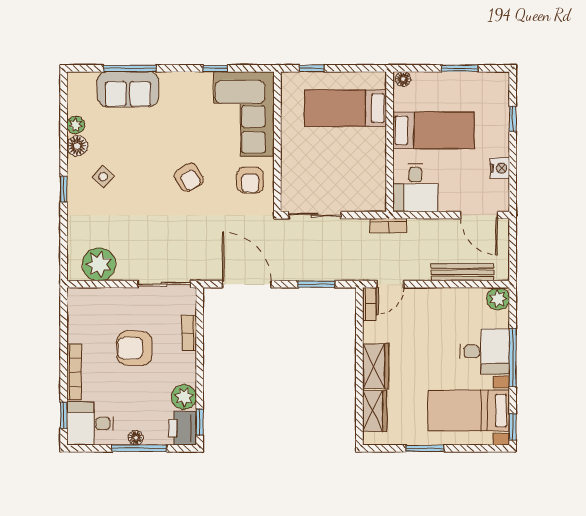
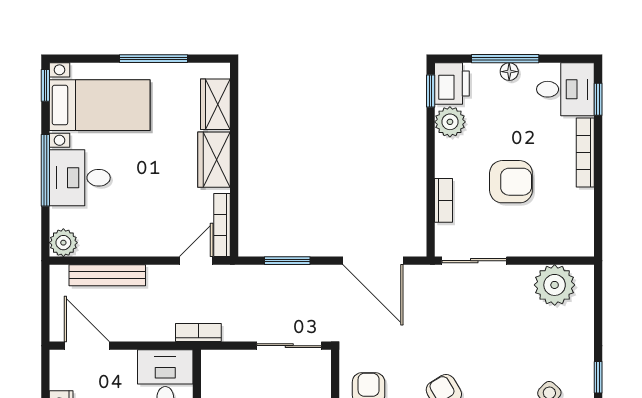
bookcase: (369, 304) -> (222, 225), width x1.56
window: (425, 448) -> (153, 59), width x1.44

